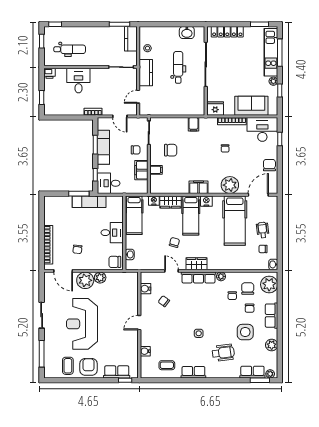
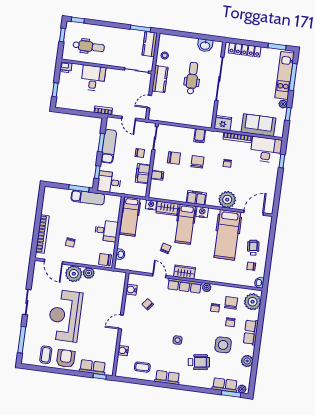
chair: (269, 165) -> (197, 162), moved

